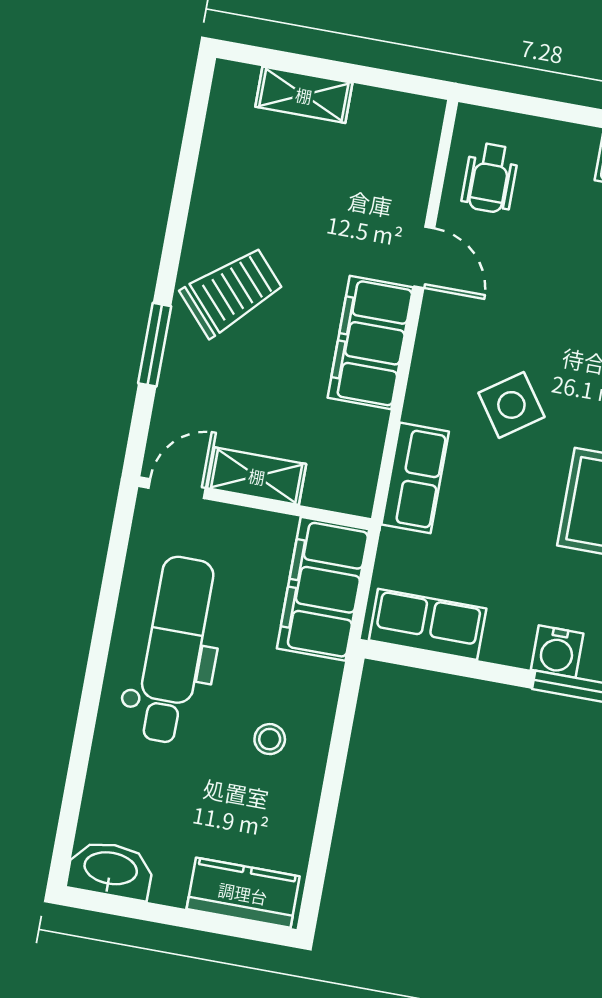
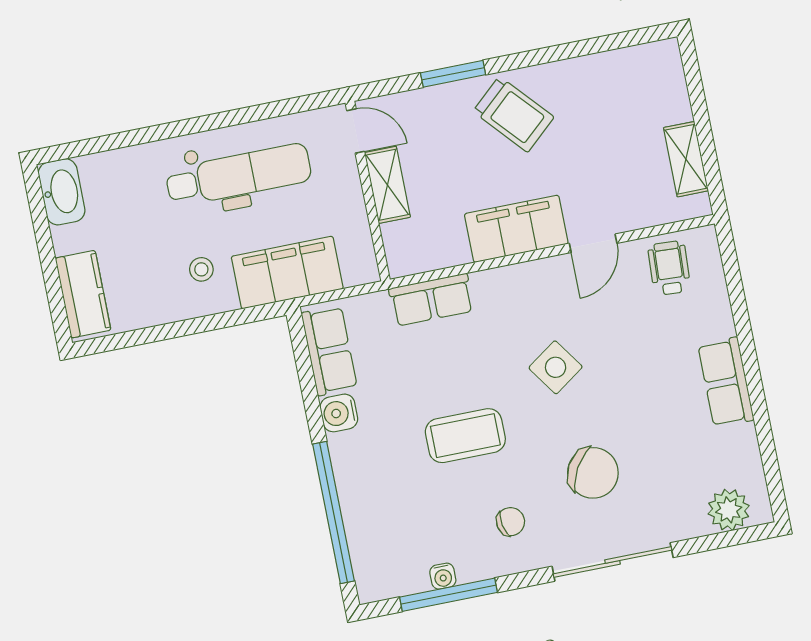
shelving: (304, 95) -> (686, 159), moved
wheelchair: (490, 178) -> (669, 268), turned 93
side table: (511, 405) -> (556, 367), moved
filing cabinet: (323, 589) -> (287, 273), moved
water cooler: (557, 652) -> (339, 413), moved

